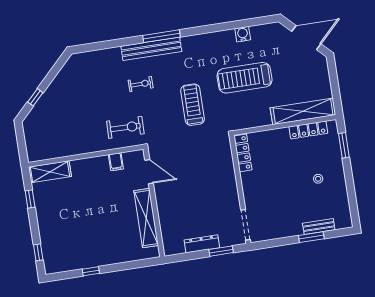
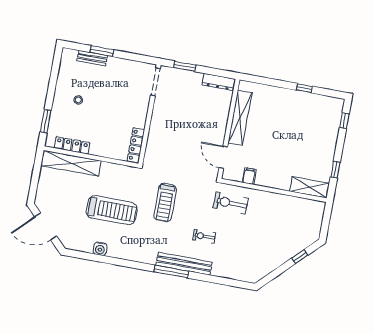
dresser: (202, 244) -> (218, 82), moved

